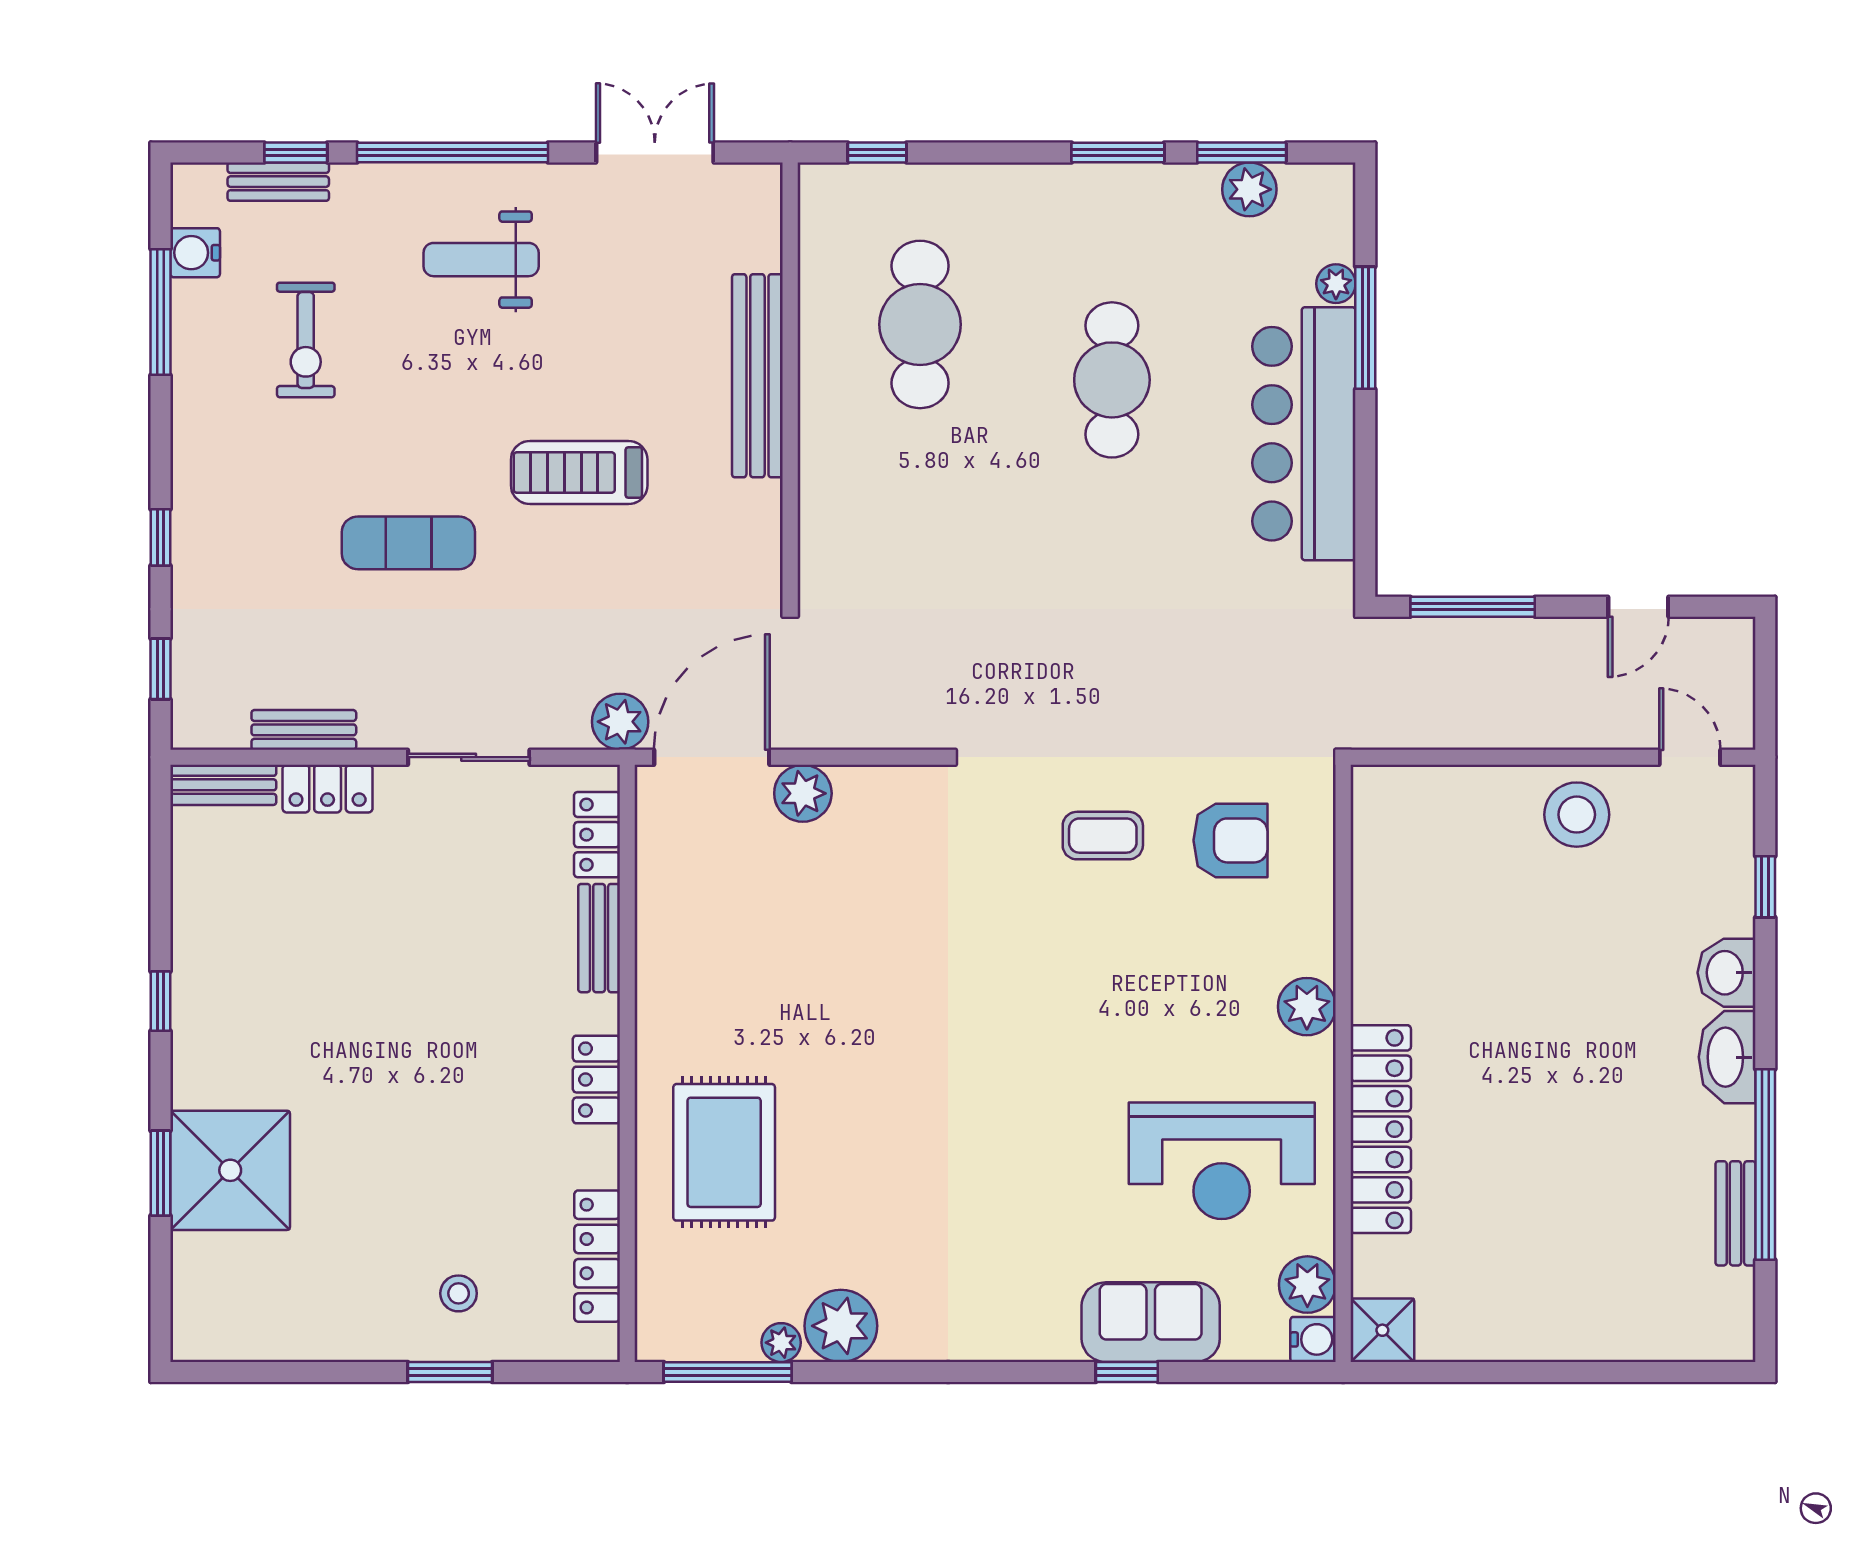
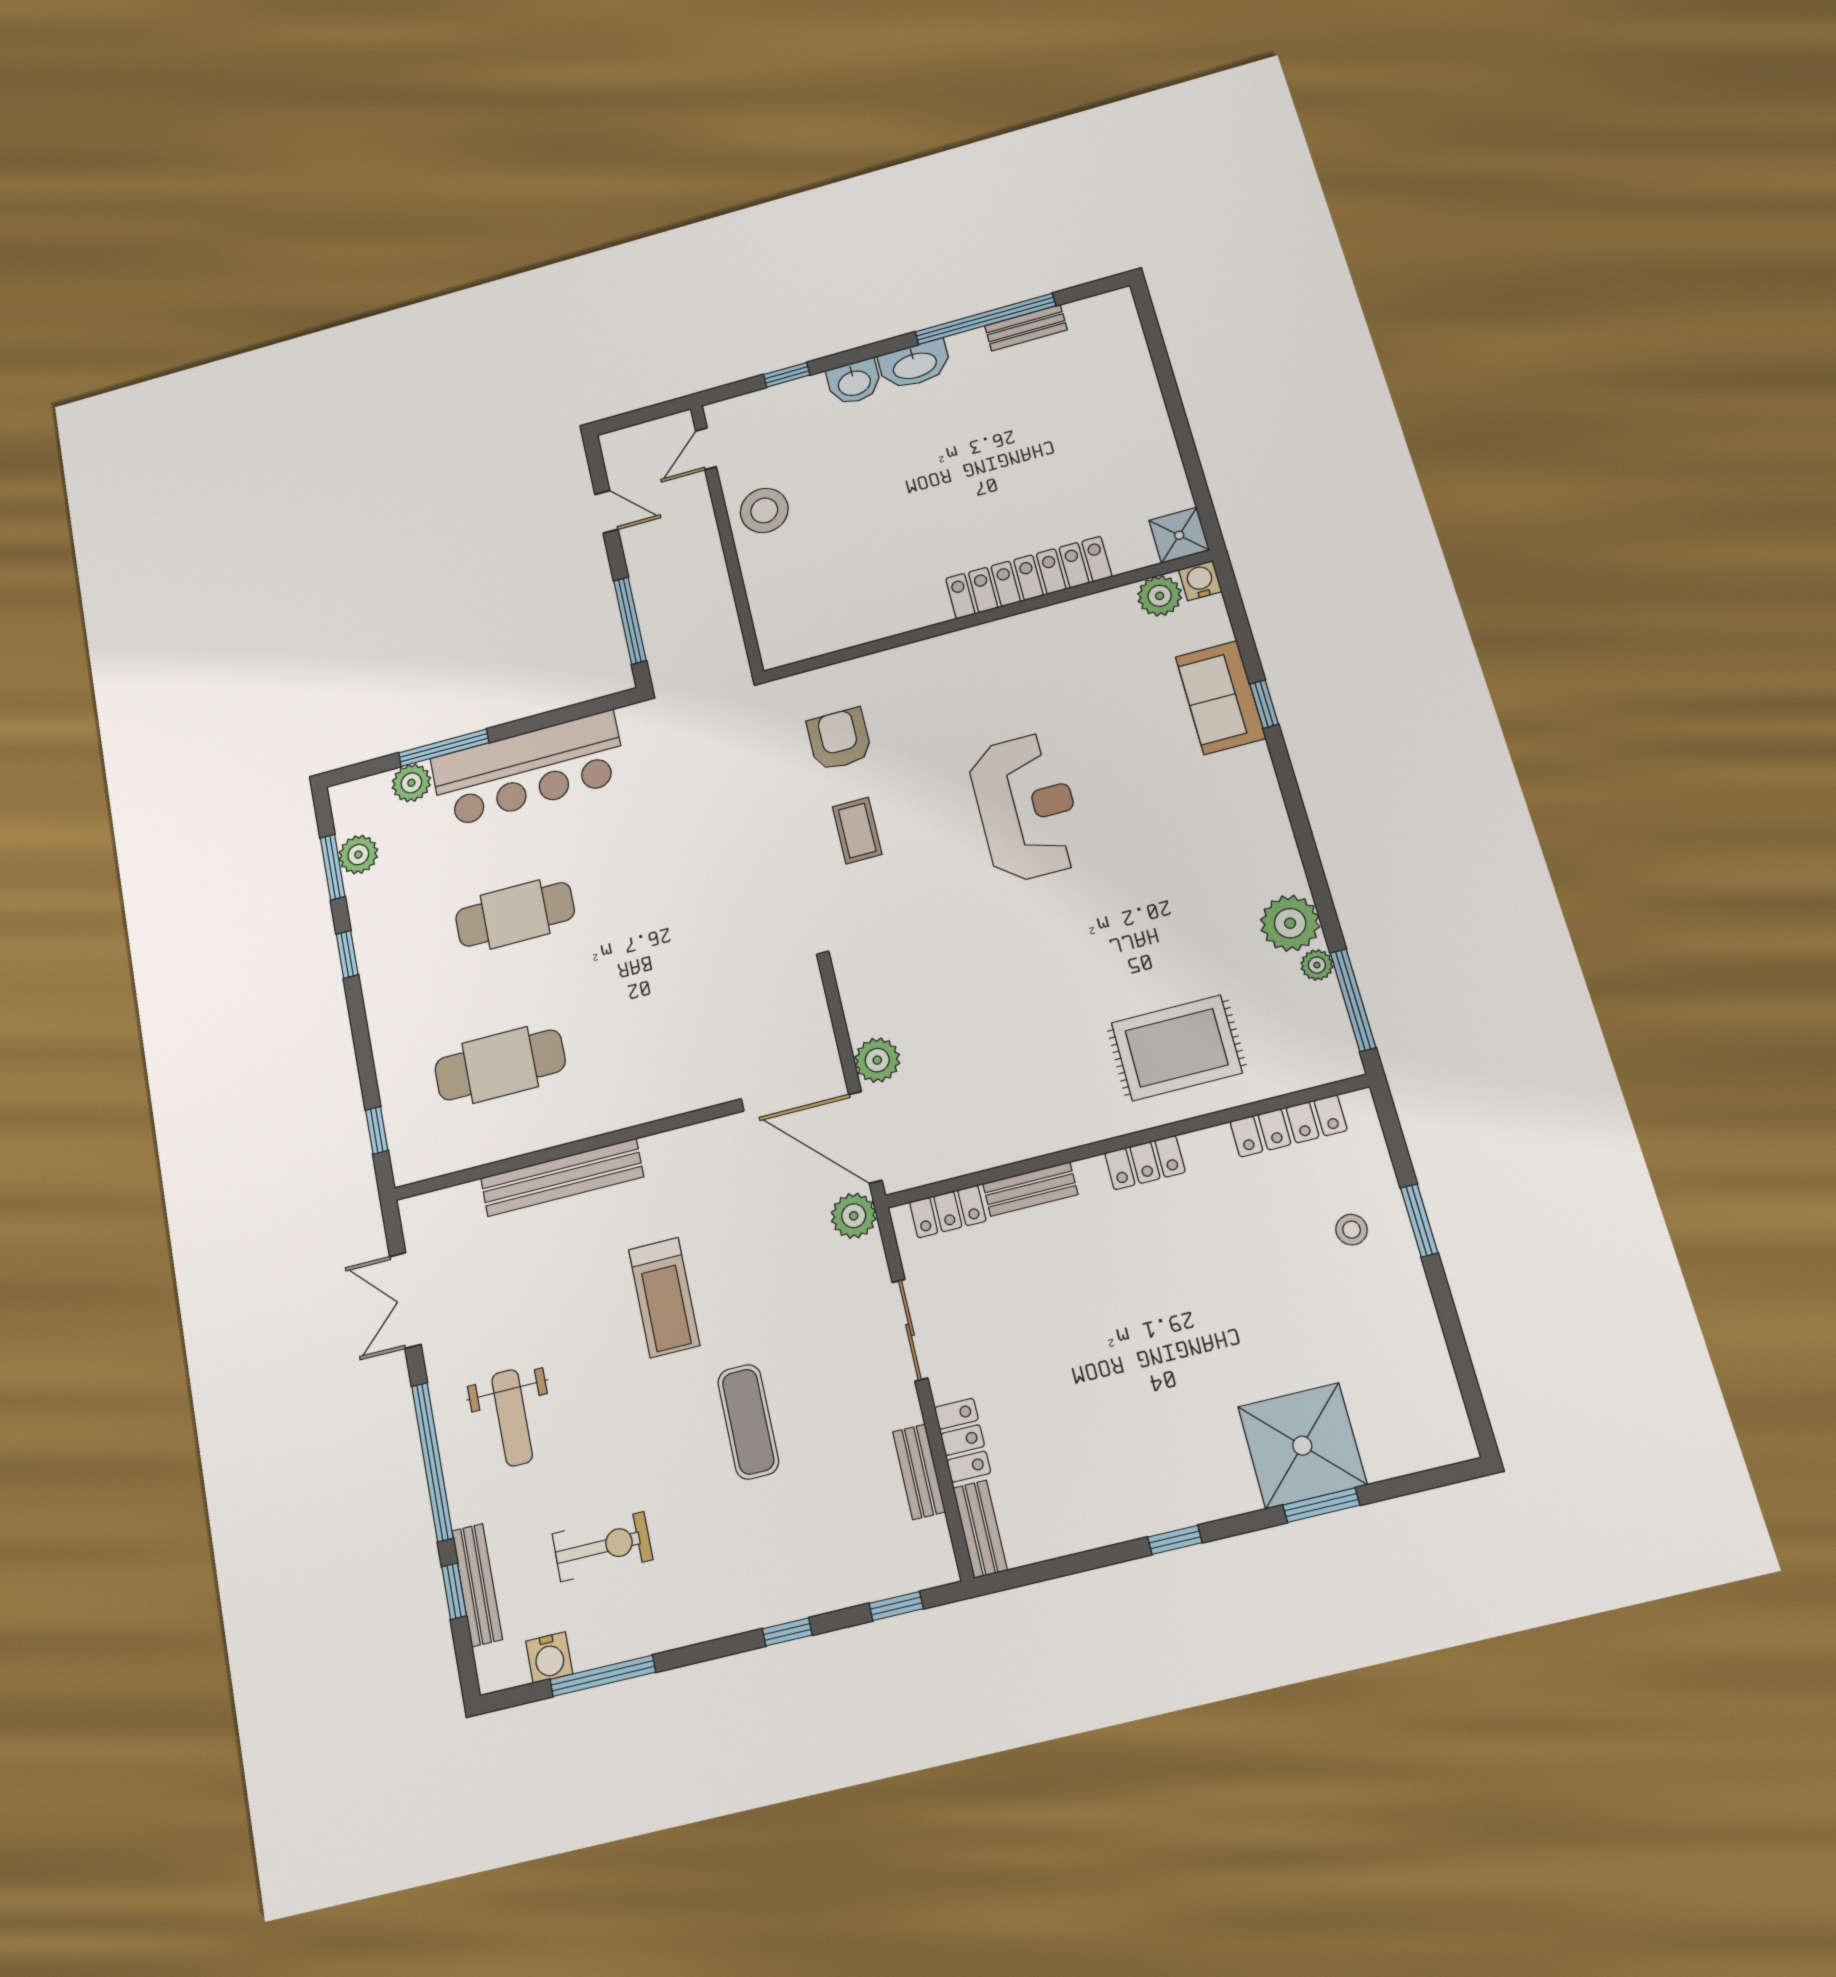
window: (1118, 152) -> (347, 954), width x0.67
bench: (278, 182) -> (477, 1585), width x1.36
plant: (1336, 284) -> (411, 783), width x1.38, depth x1.38
plant: (1307, 1007) -> (950, 653), removed
reception desk: (1222, 1161) -> (1026, 807), moved

